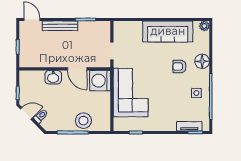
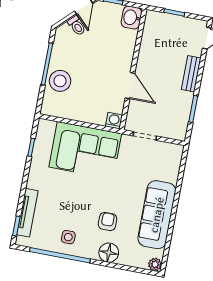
bench: (60, 26) -> (191, 74), width x0.73
door: (77, 69) -> (130, 86), swing flipped
washbasin: (53, 77) -> (131, 18), moved
washing machine: (100, 81) -> (114, 121), width x0.53, depth x0.53
tv unit: (189, 126) -> (27, 213), width x1.41

